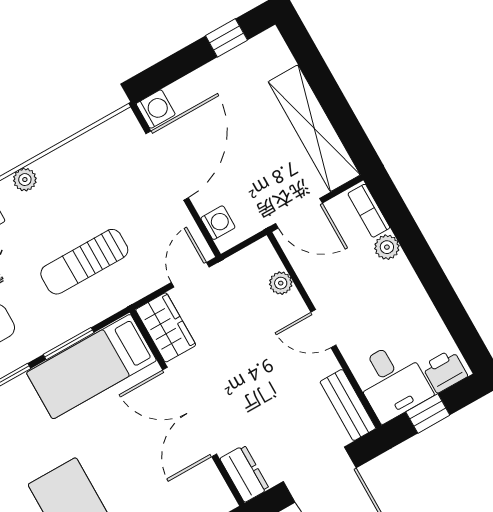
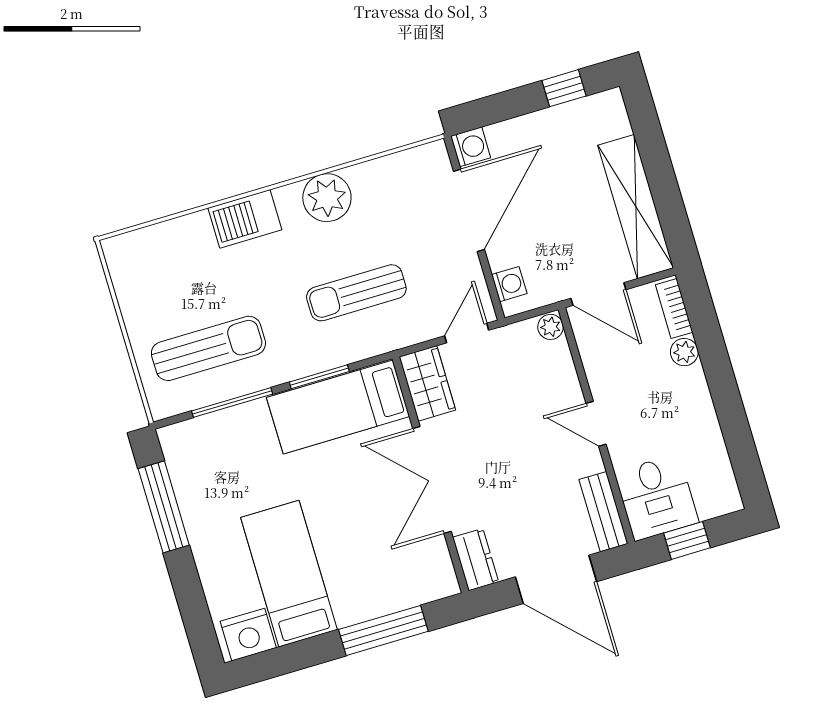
plant: (25, 180) -> (327, 198), width x1.88, depth x1.88
plant: (281, 283) -> (551, 327), moved
printer: (445, 371) -> (716, 499), removed

